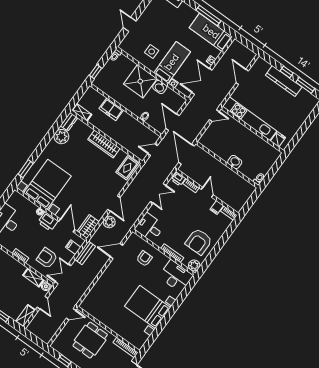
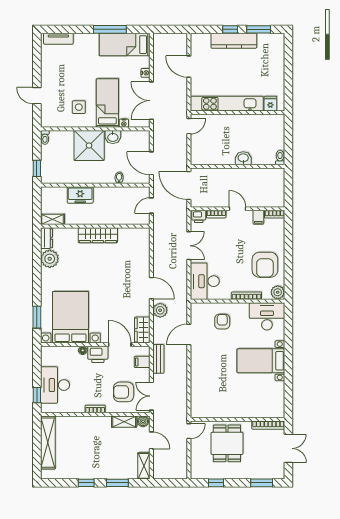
rug: (127, 168) -> (139, 242), removed
desk: (149, 227) -> (205, 281), width x1.37
bed with nightstands: (148, 307) -> (261, 361), width x0.73

